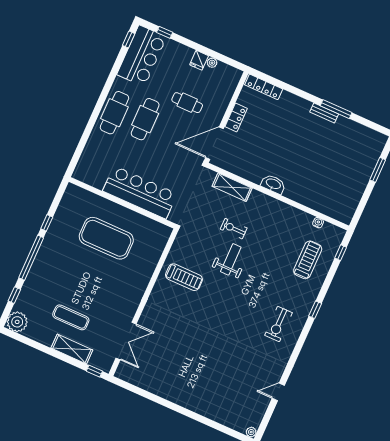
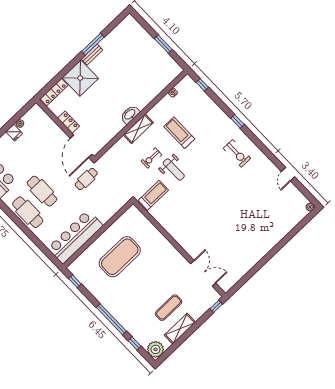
cafe table: (187, 103) -> (86, 179), moved
shower: (292, 110) -> (80, 78), added
window: (378, 170) -> (163, 44), moved
shelving: (232, 187) -> (138, 129), moved
bar counter: (140, 192) -> (75, 237), moved
window: (47, 223) -> (75, 281), moved
weight bench: (231, 259) -> (174, 170), turned 180
treadmill: (308, 260) -> (179, 133), moved
treadmill: (184, 277) -> (153, 195), moved
shelving: (72, 349) -> (180, 329), moved

